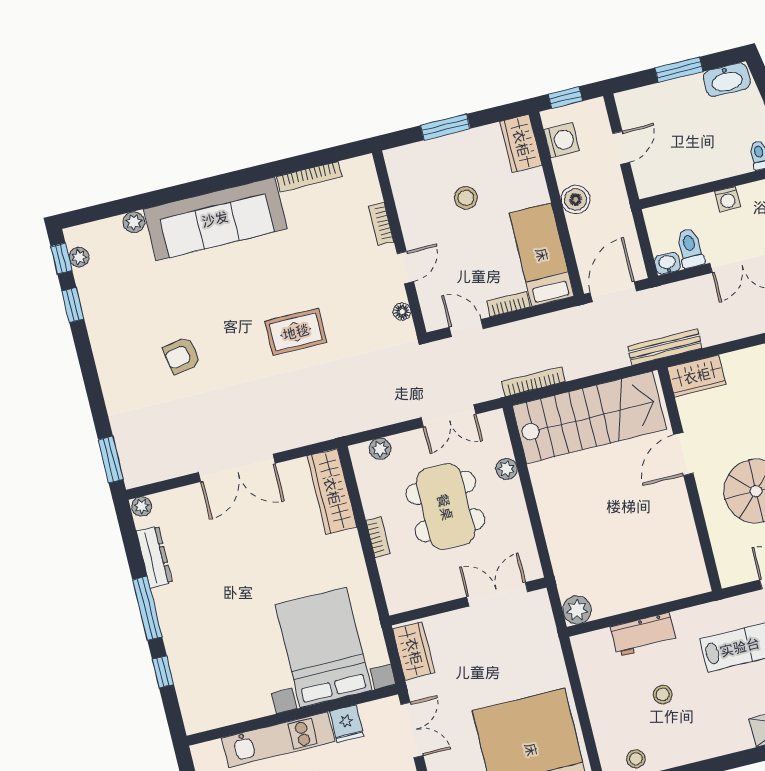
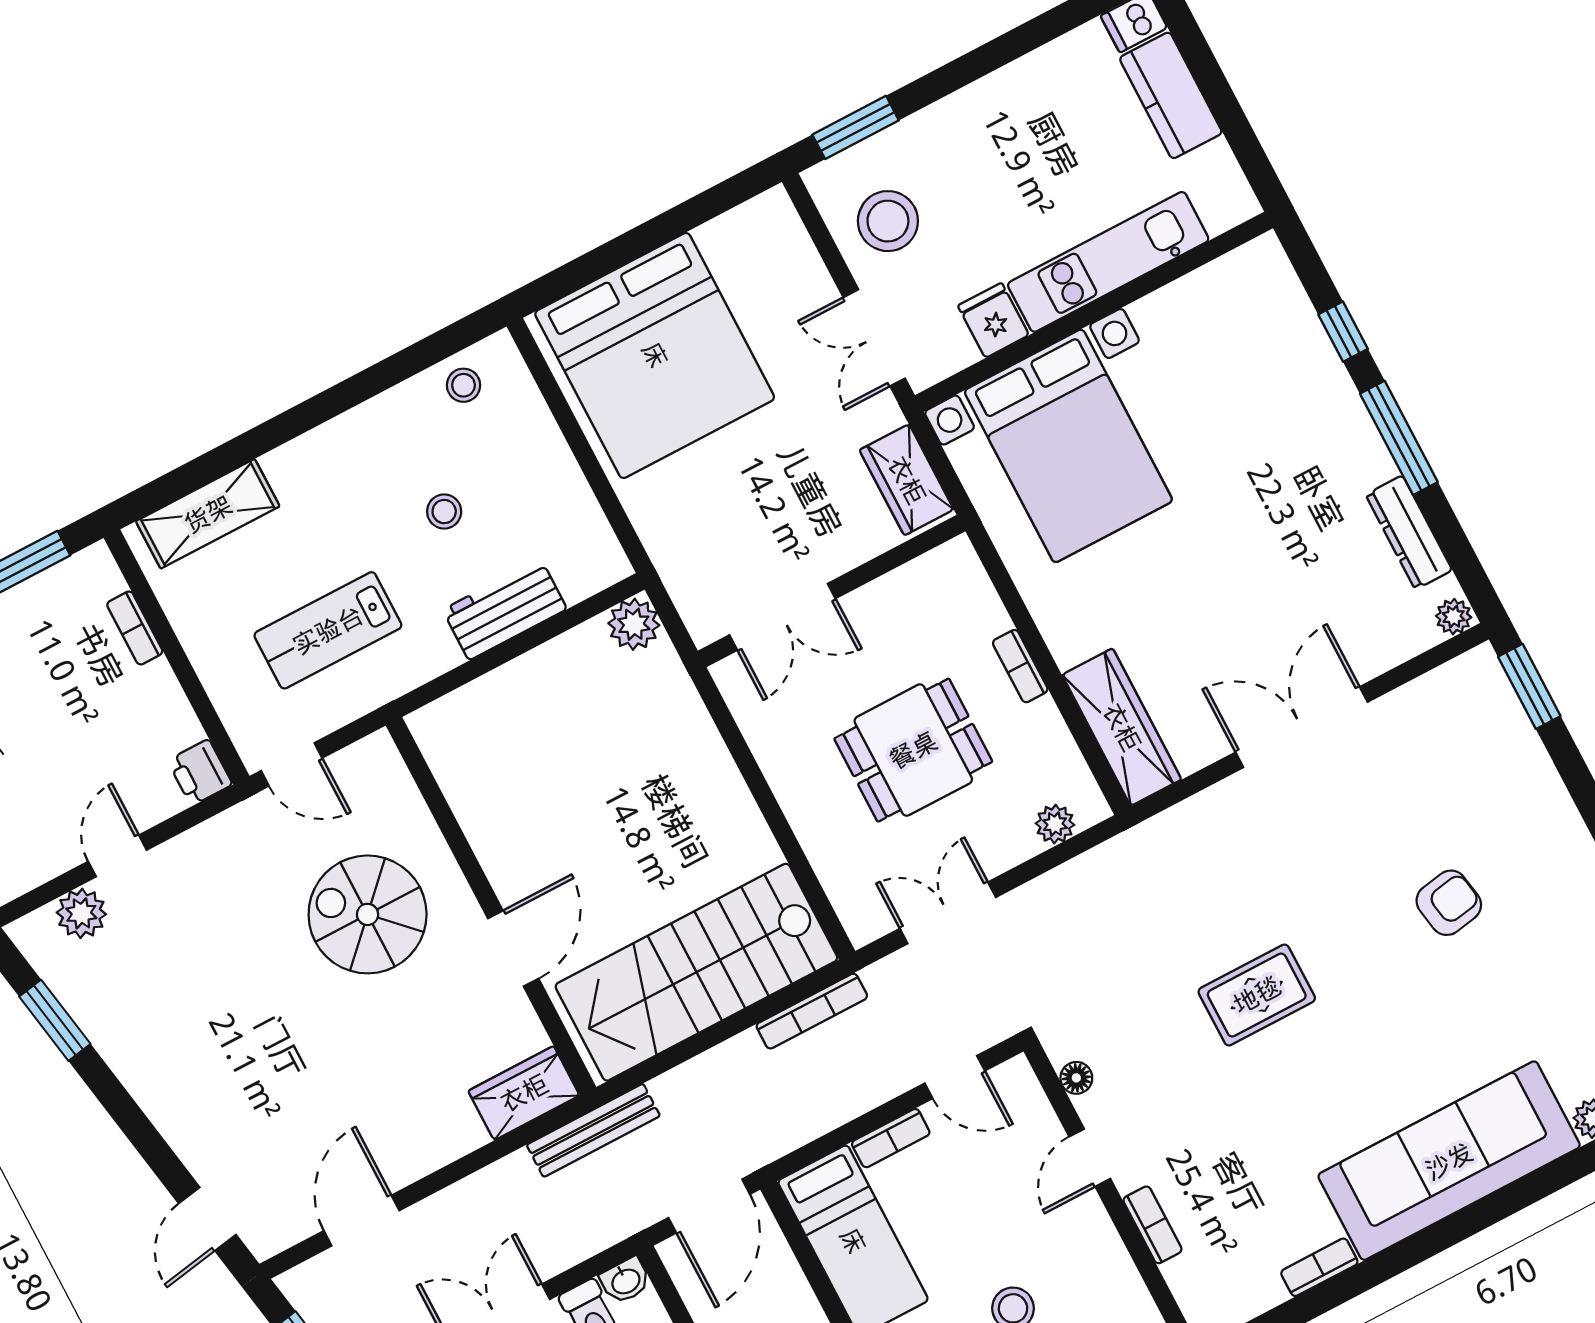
bookcase: (309, 177) -> (1319, 1267), width x0.64
plant: (507, 469) -> (821, 844), removed
dining table: (445, 507) -> (913, 750), width x0.73

